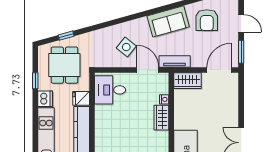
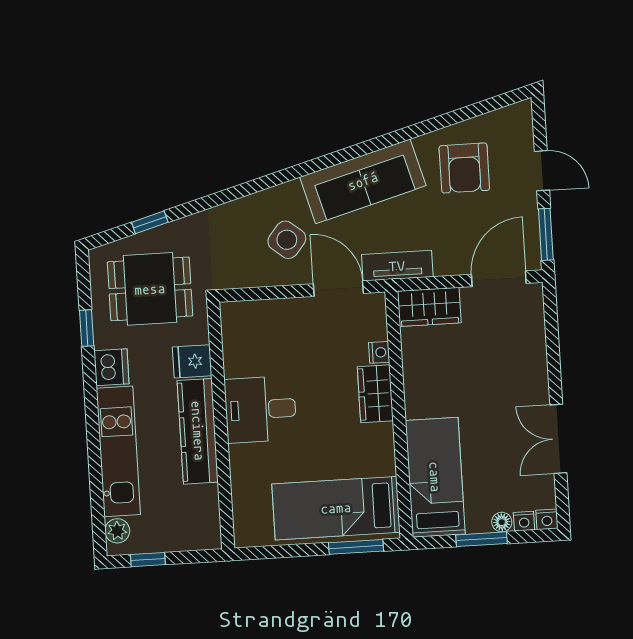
sofa: (168, 21) -> (363, 181), width x1.36
dining table: (64, 65) -> (150, 289), turned 90
desk: (110, 90) -> (260, 409), moved

